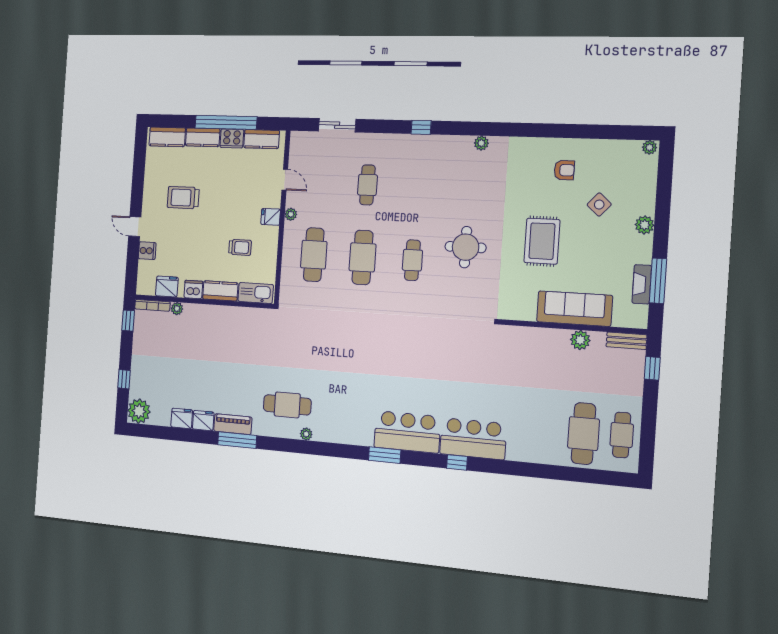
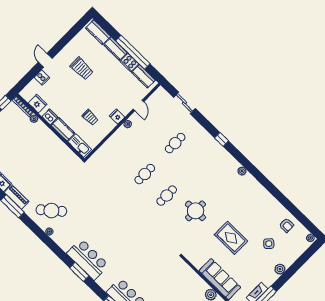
armchair: (564, 170) -> (287, 225), moved
trolley: (183, 198) -> (82, 69), turned 180
rug: (542, 241) -> (231, 238), turned 90
cafe table: (314, 255) -> (123, 152), removed
cafe table: (363, 257) -> (145, 174), width x0.73, depth x0.74
cafe table: (287, 405) -> (51, 211), turned -40
bar counter: (407, 432) -> (88, 259), moved

